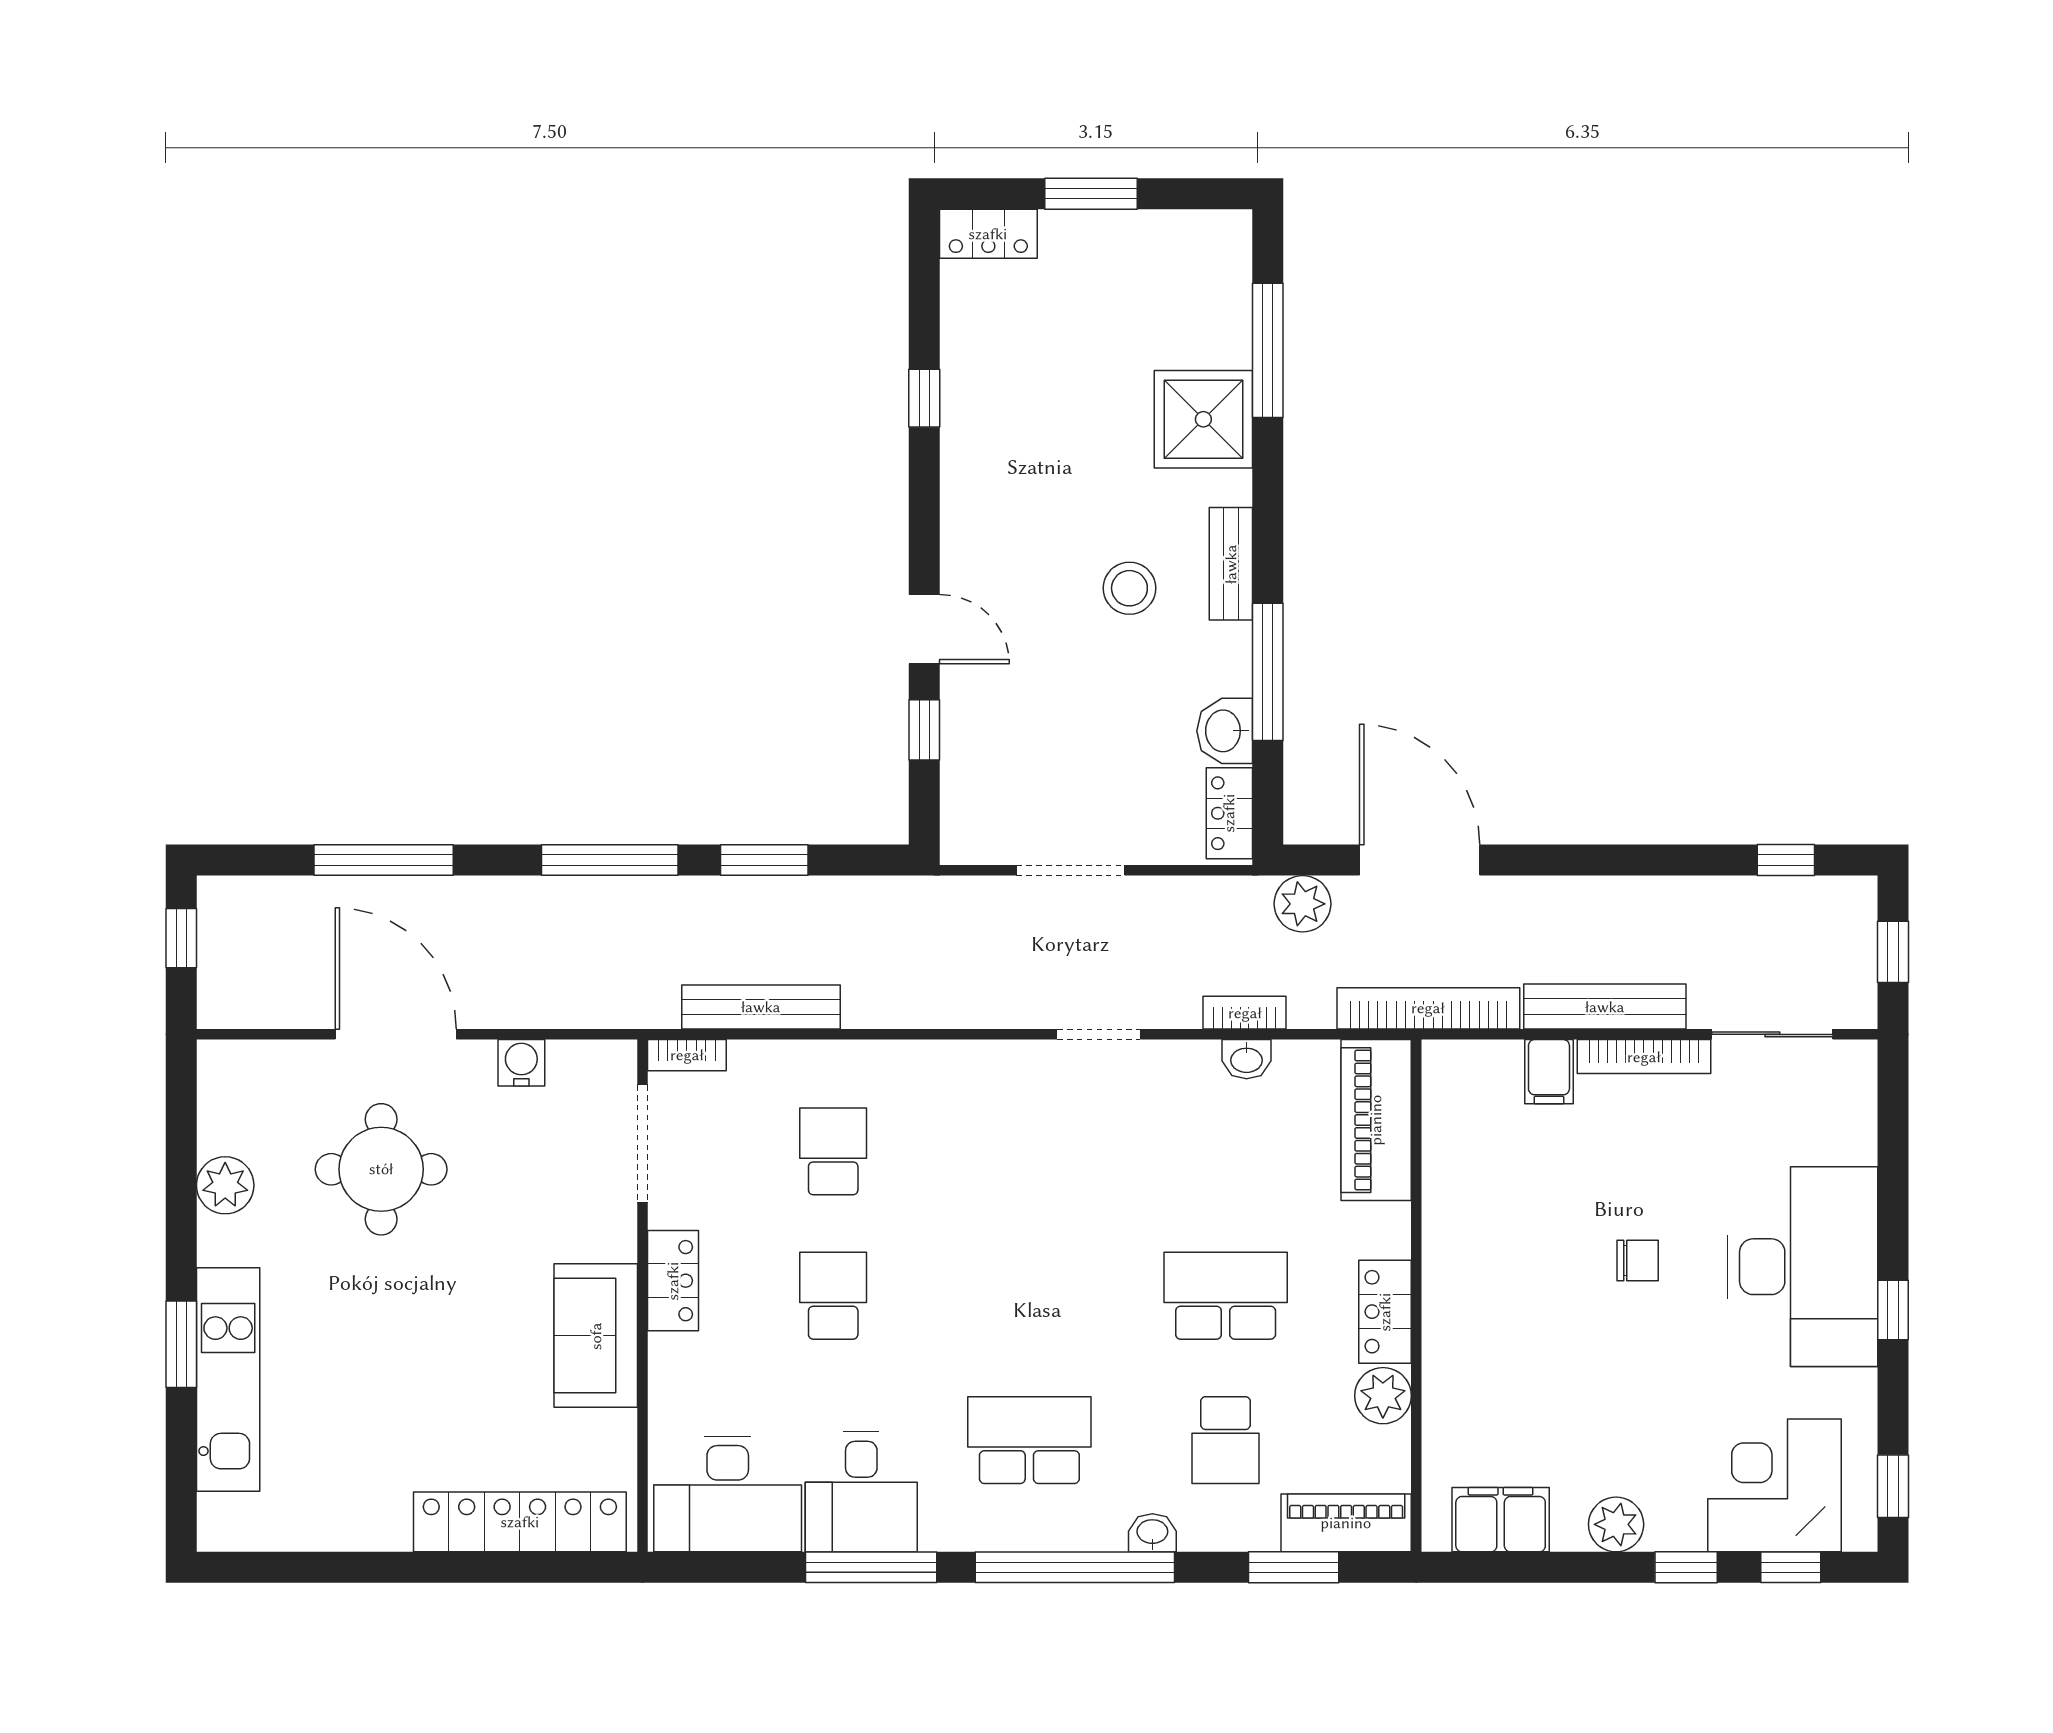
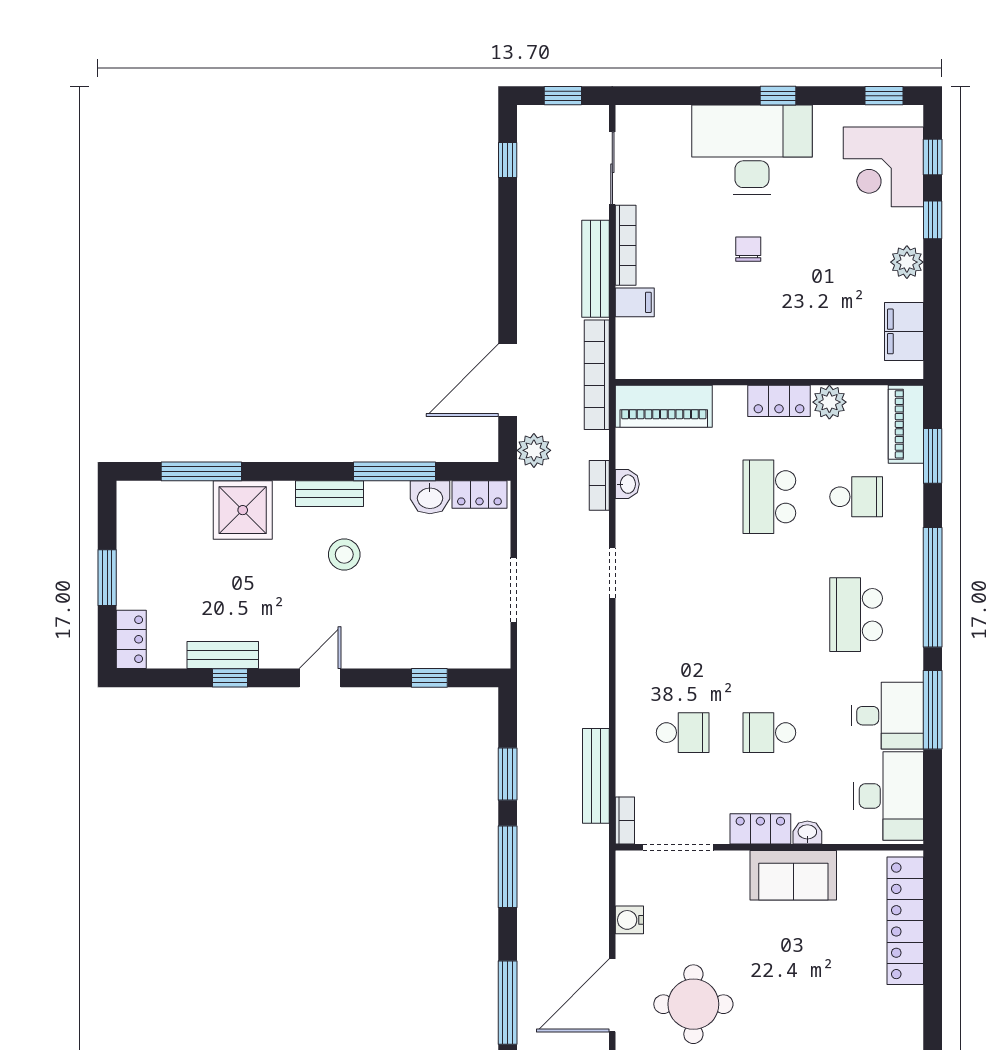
bench: (962, 386) -> (223, 655), added
door: (924, 629) -> (320, 678), moved
school desk: (833, 1151) -> (683, 733), turned 180
washbasin: (1152, 1533) -> (807, 833), moved, turned 90

